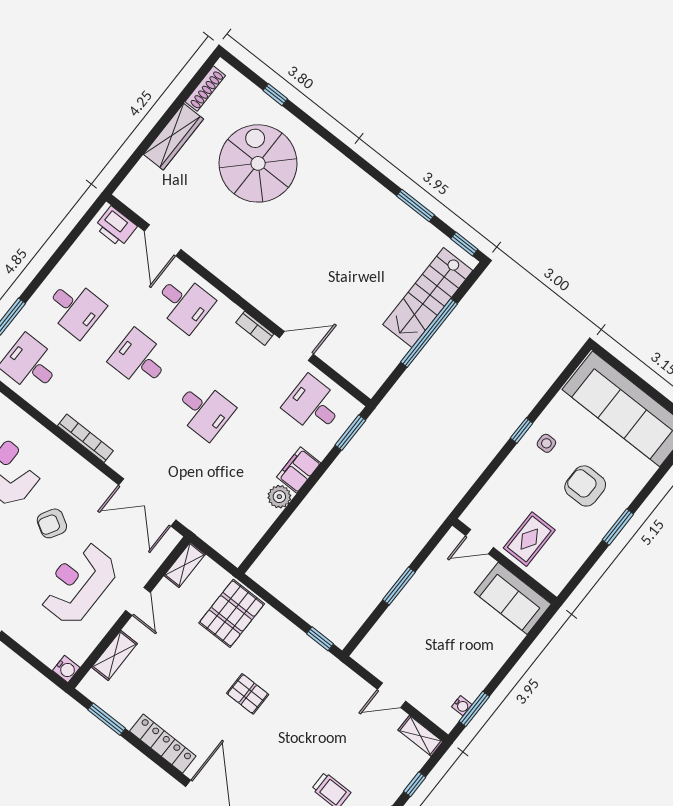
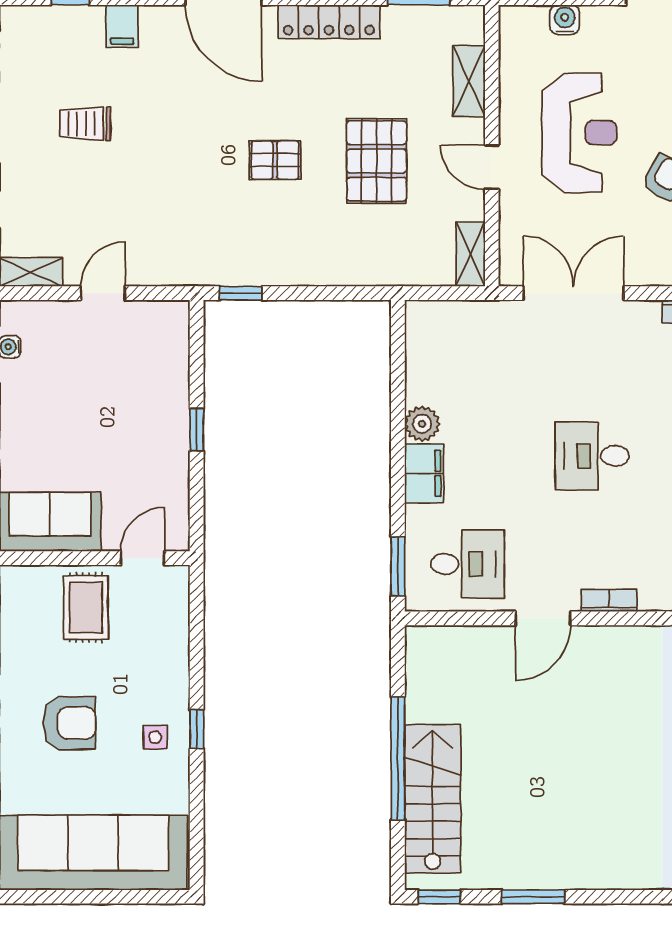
window: (399, 586) -> (197, 430), width x0.67
pallet: (232, 613) -> (377, 161), moved
water cooler: (66, 669) -> (565, 20), moved, turned 90

